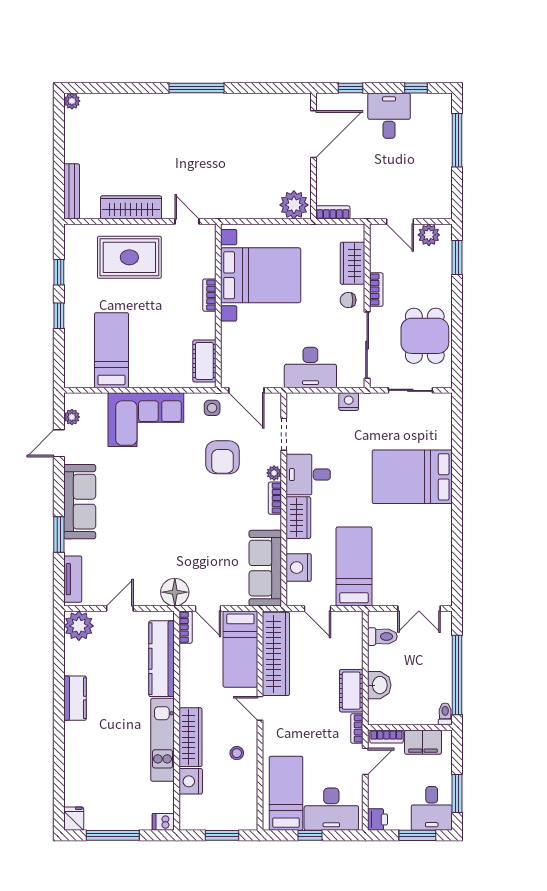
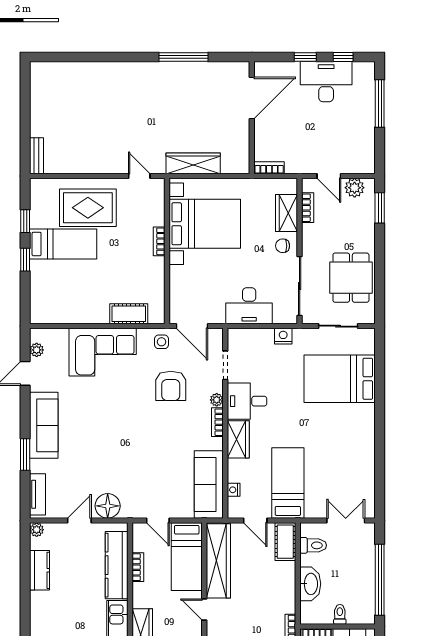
window: (197, 88) -> (184, 57), moved
window: (350, 88) -> (305, 57), moved
plant: (72, 101) -> (37, 69), removed
desk: (389, 116) -> (326, 82), width x1.37
bench: (72, 191) -> (36, 156), width x0.73
plant: (294, 205) -> (234, 161), removed
wardrobe: (131, 207) -> (193, 163), moved
bookcase: (376, 290) -> (308, 208), moved
bed: (111, 350) -> (63, 244), moved, turned 90
cot: (204, 361) -> (129, 314), moved, turned 90
bed: (412, 477) -> (340, 379), moved
nightstand: (299, 568) -> (234, 490), width x0.53, depth x0.56
floor lamp: (175, 592) -> (108, 506), moved
double door: (419, 609) -> (346, 520), swing flipped
plant: (79, 626) -> (37, 530), width x0.53, depth x0.53
bookcase: (186, 627) -> (138, 567), moved
washbasin: (379, 685) -> (310, 584), width x1.38
cot: (351, 691) -> (285, 542), moved
kitchen counter: (75, 698) -> (39, 570), moved
toilet: (445, 714) -> (340, 614), moved

